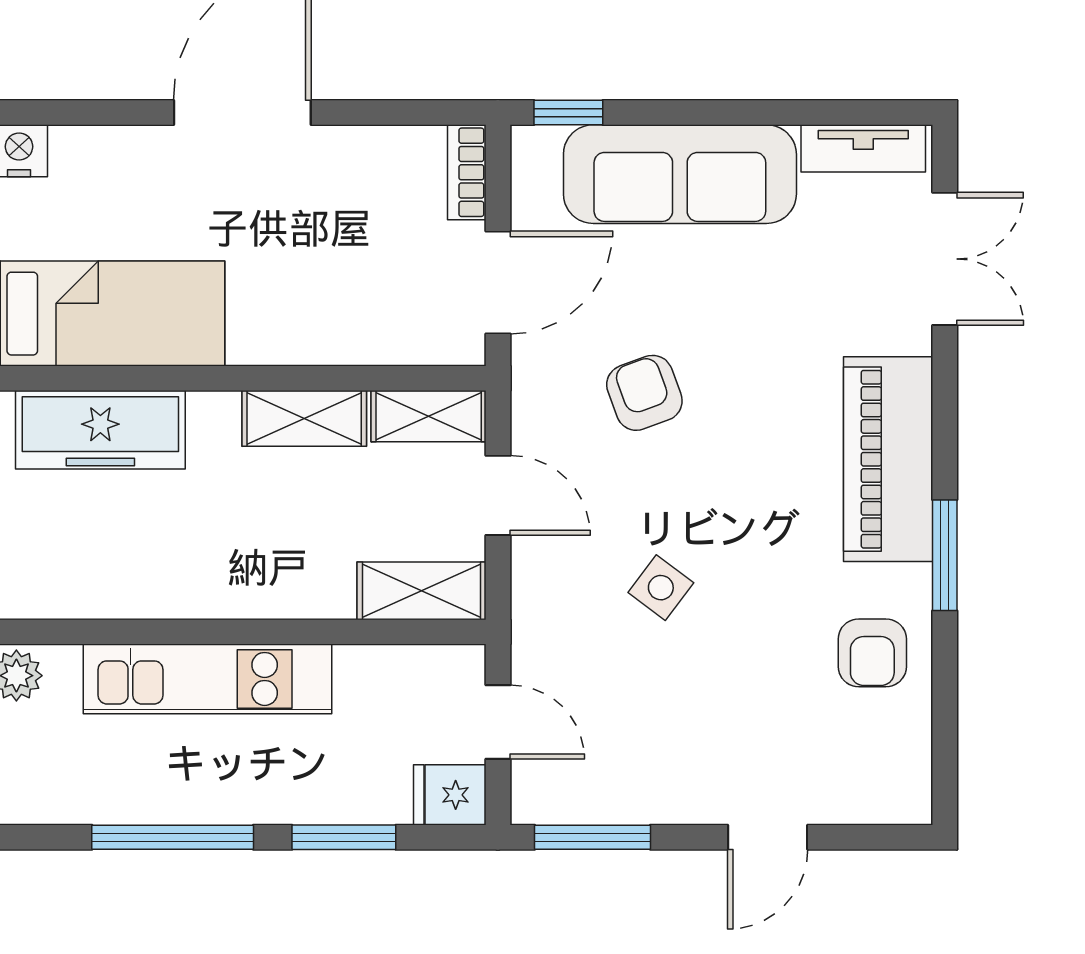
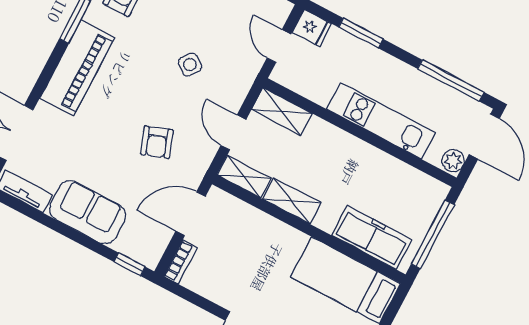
sofa: (680, 174) -> (88, 212), width x0.73
window: (173, 837) -> (451, 81), moved

